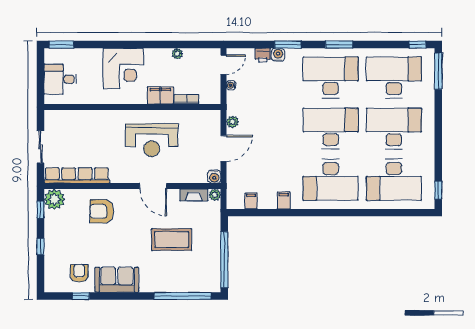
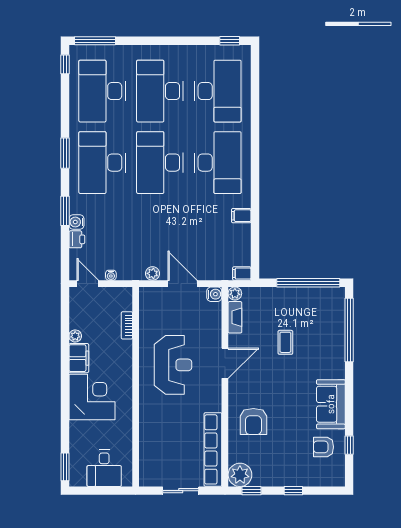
filing cabinet: (160, 96) -> (79, 358), moved, turned 180
filing cabinet: (251, 201) -> (242, 274), moved
coffee table: (172, 240) -> (285, 342), width x0.54, depth x0.58

